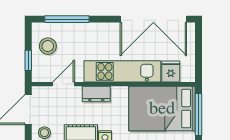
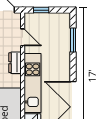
window: (67, 19) -> (73, 40), width x0.69
stool: (48, 46) -> (52, 25), removed

